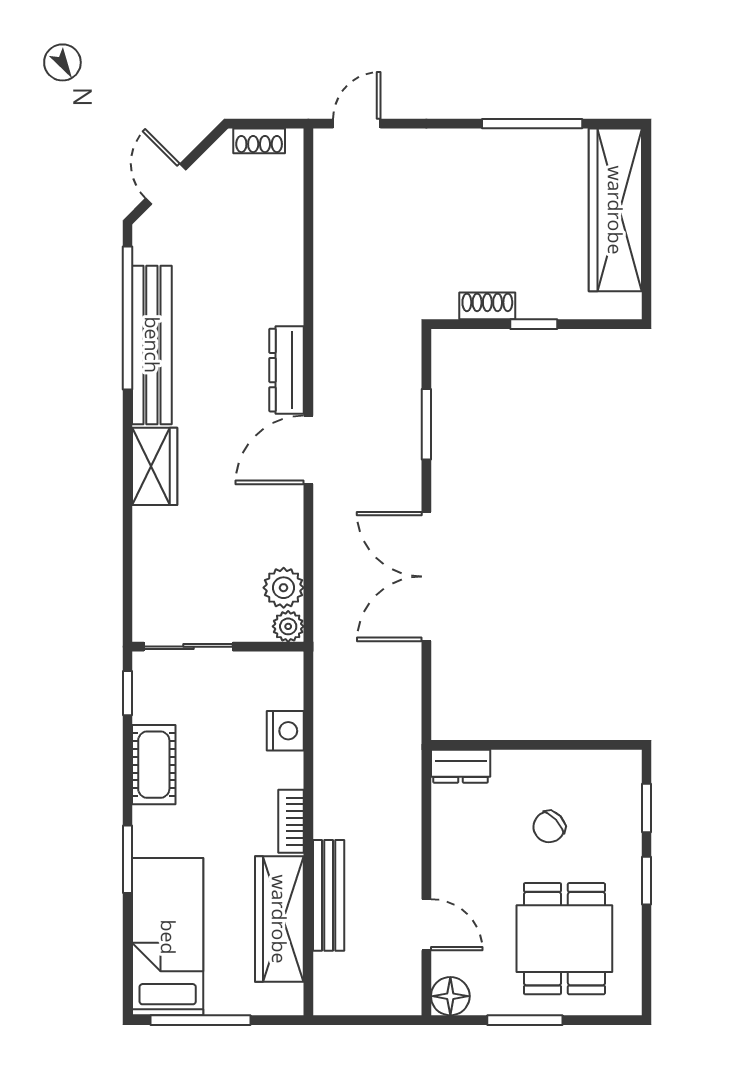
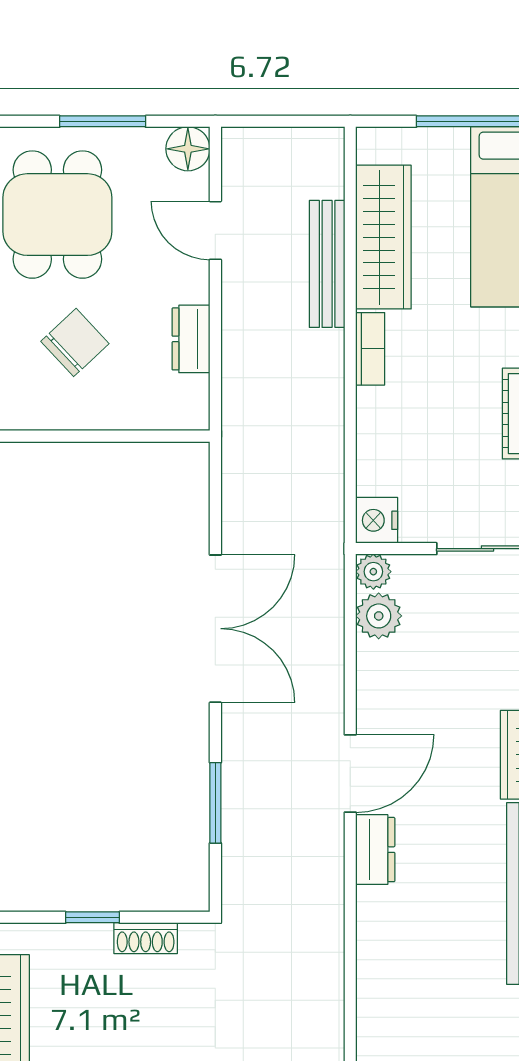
dresser: (286, 370) -> (375, 850), width x0.70
nightstand: (285, 731) -> (377, 520), moved
dresser: (461, 766) -> (191, 339), moved, turned -90
chair: (549, 827) -> (75, 342), width x1.37, depth x1.37

